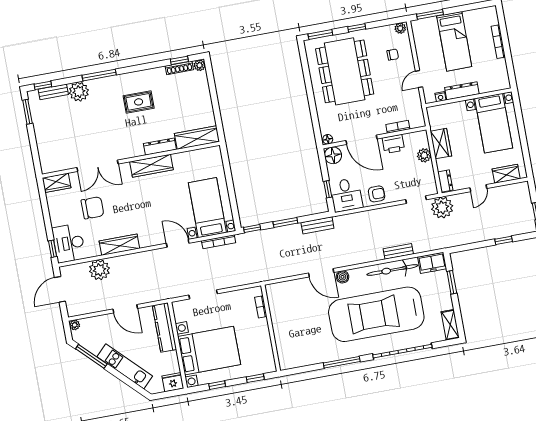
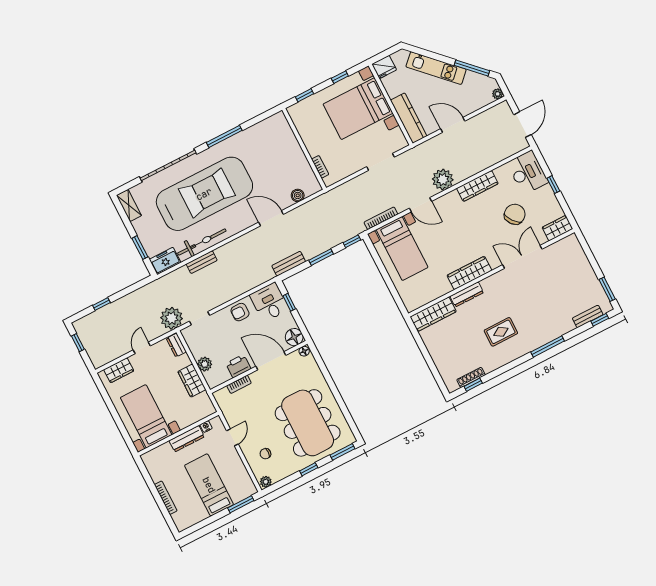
plant: (200, 65) -> (452, 386), removed
plant: (79, 92) -> (563, 324), removed
chair: (93, 208) -> (515, 214), turned 142
window: (53, 249) -> (553, 185), moved
plant: (99, 270) -> (443, 179), moved
boiler: (343, 277) -> (298, 195), moved

